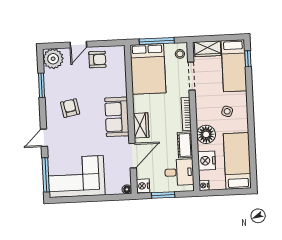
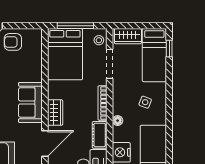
armchair: (97, 59) -> (13, 42), turned 180
floor lamp: (206, 134) -> (118, 121), width x0.53, depth x0.53

